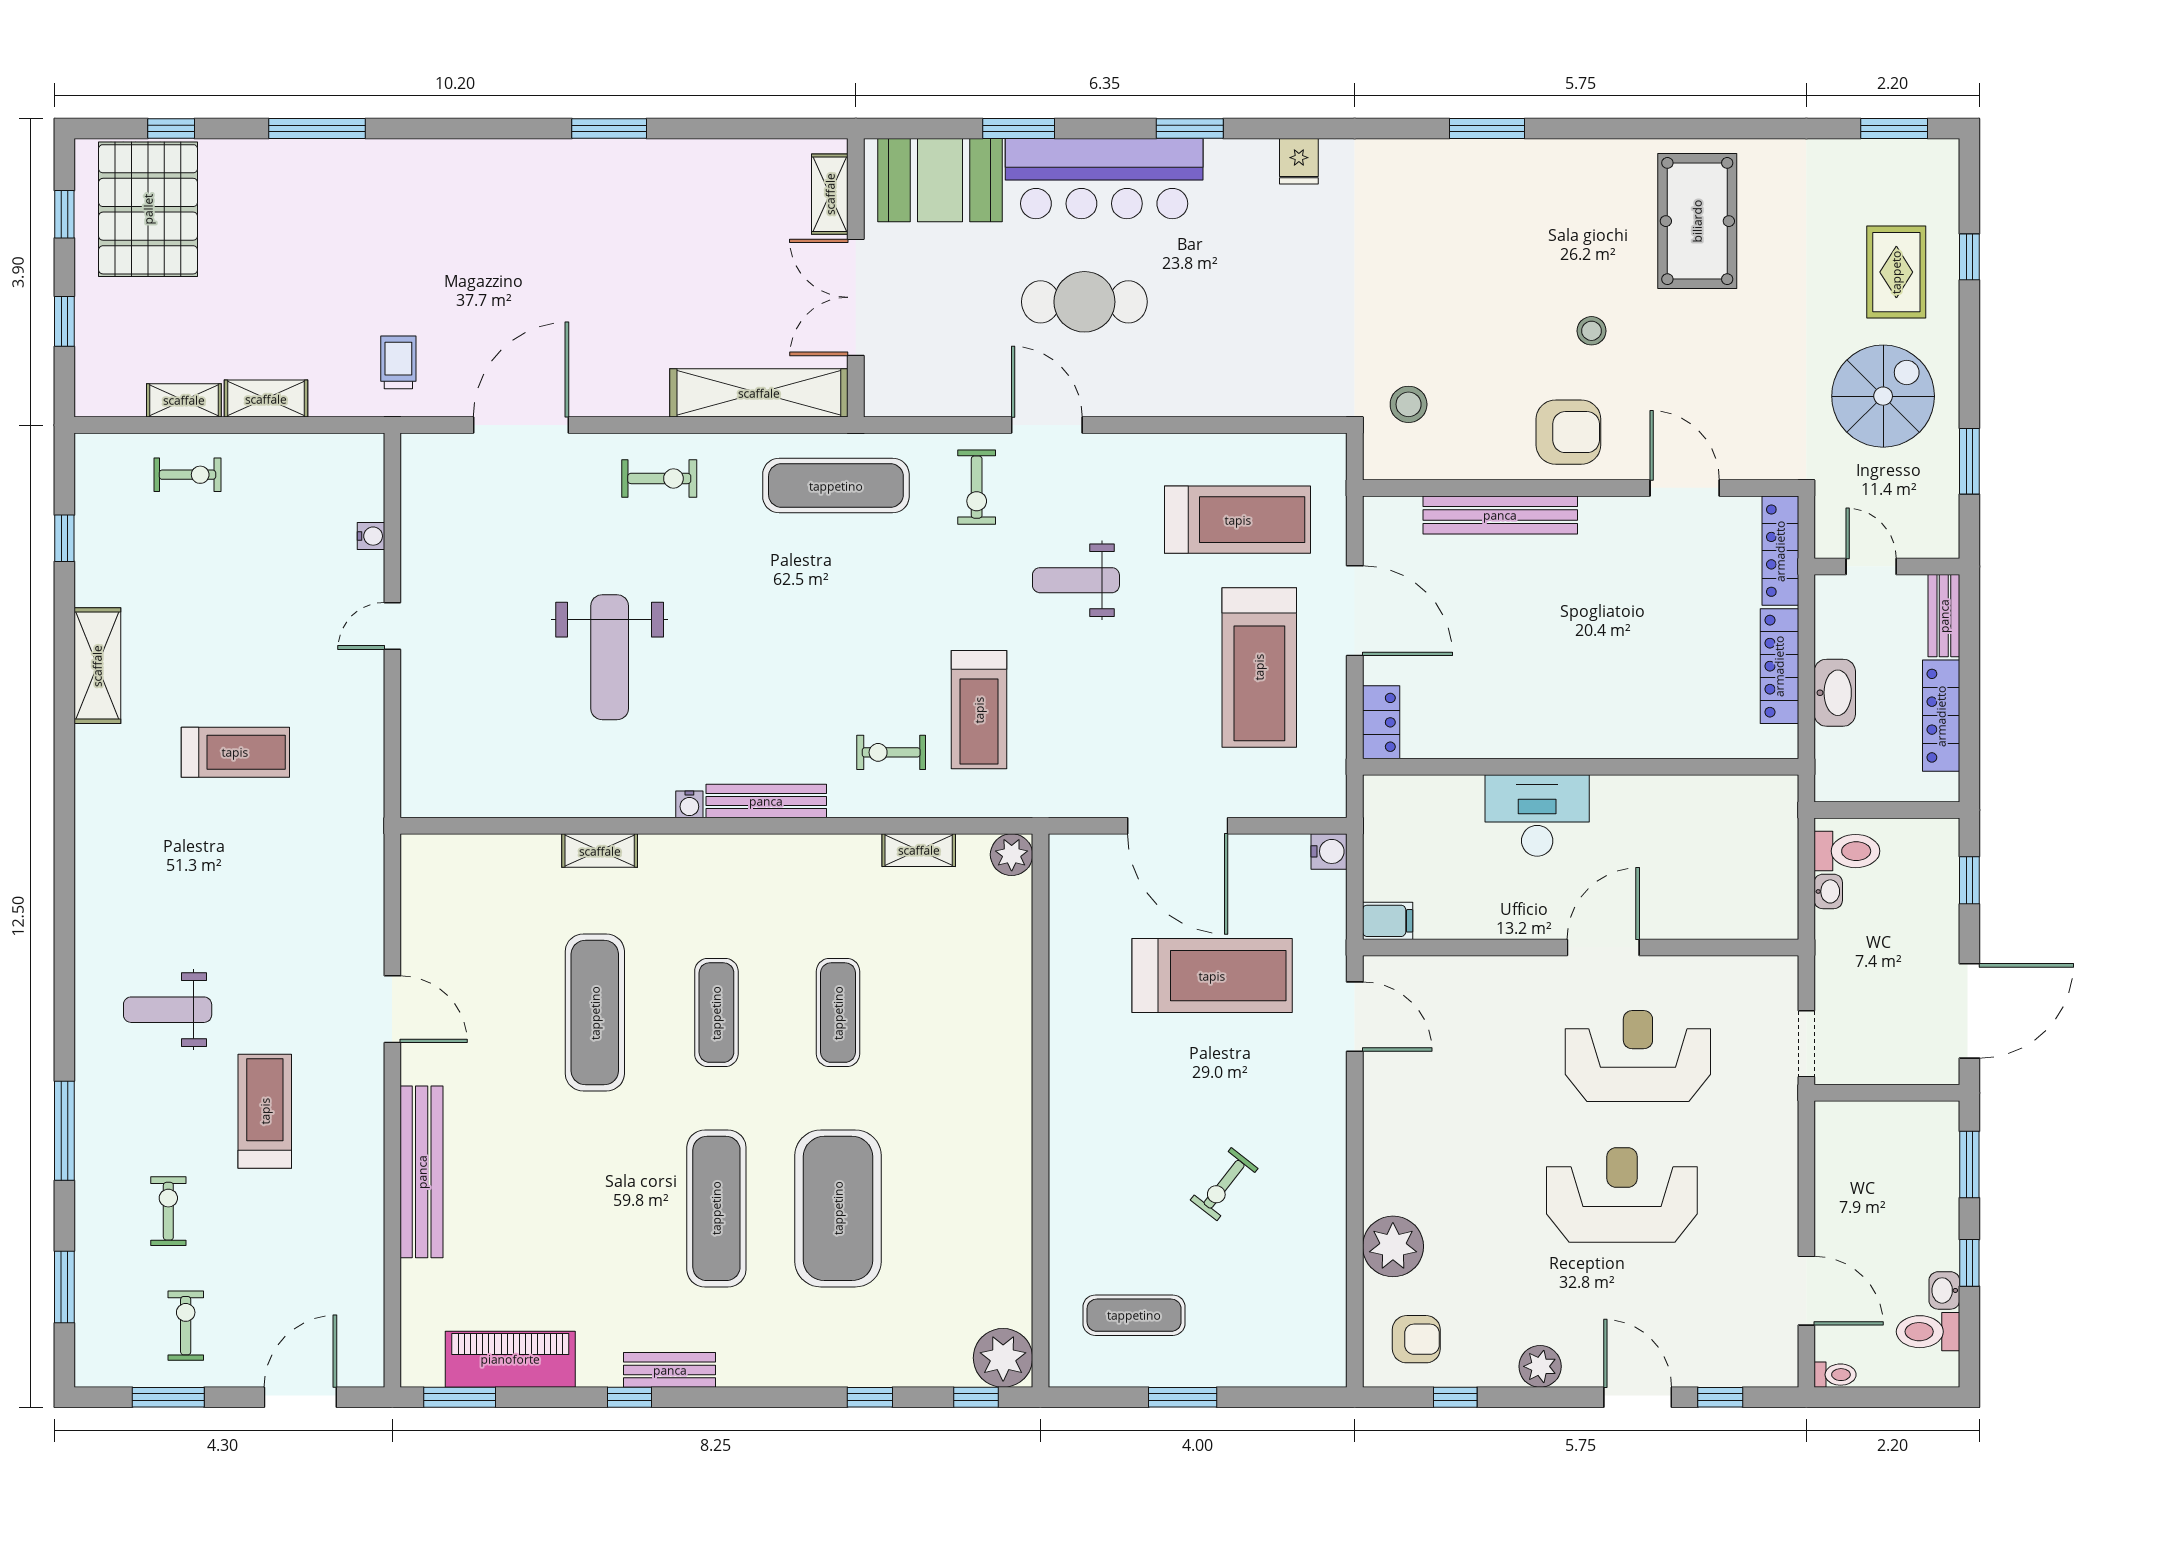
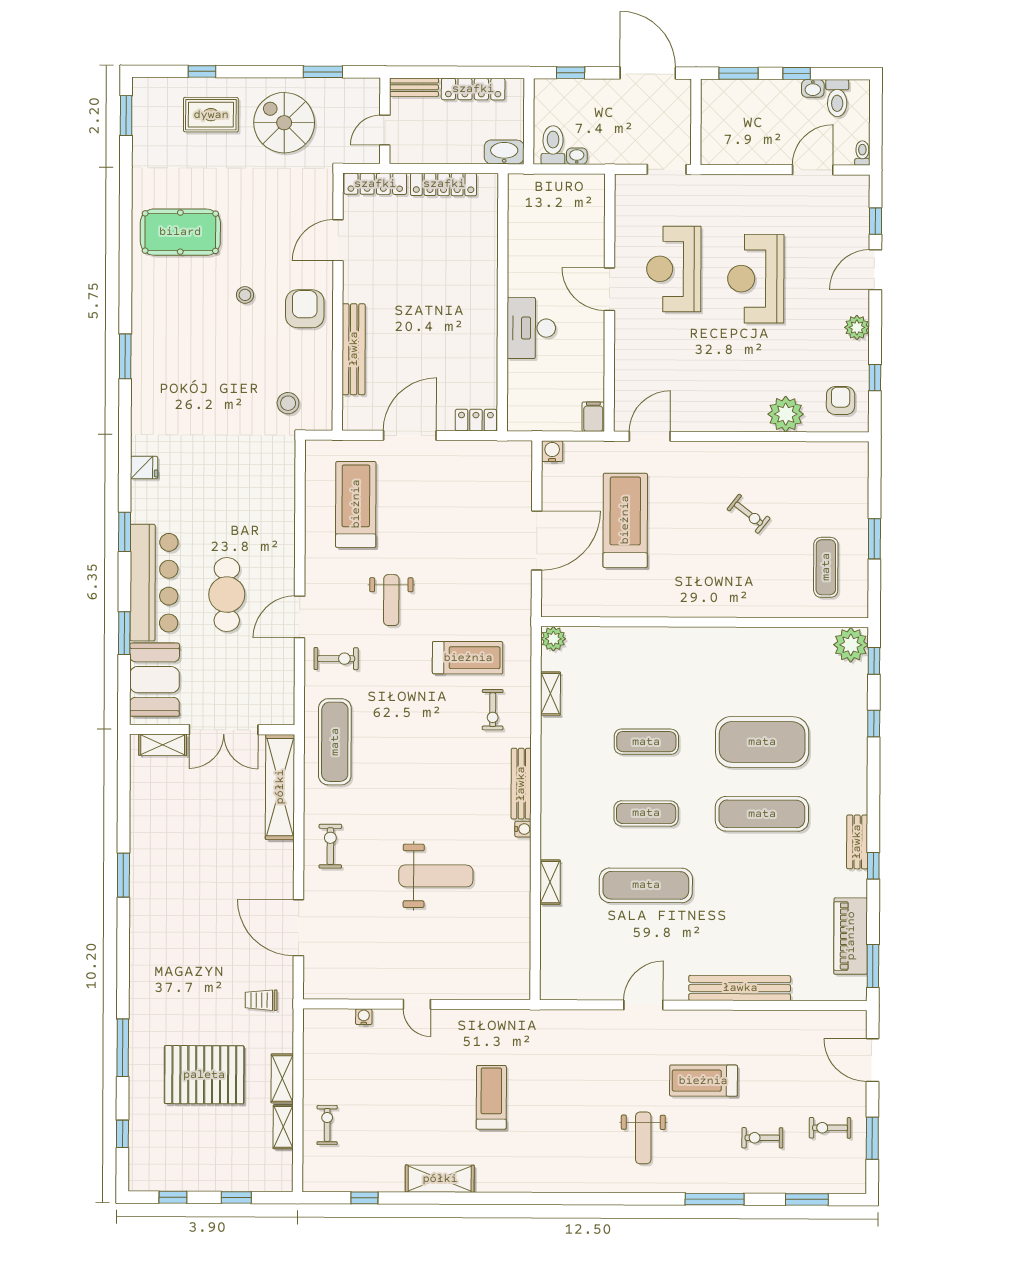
pallet: (148, 209) -> (204, 1075), moved
treadmill: (1259, 667) -> (443, 492), removed
washbasin: (1835, 693) -> (504, 152), moved

